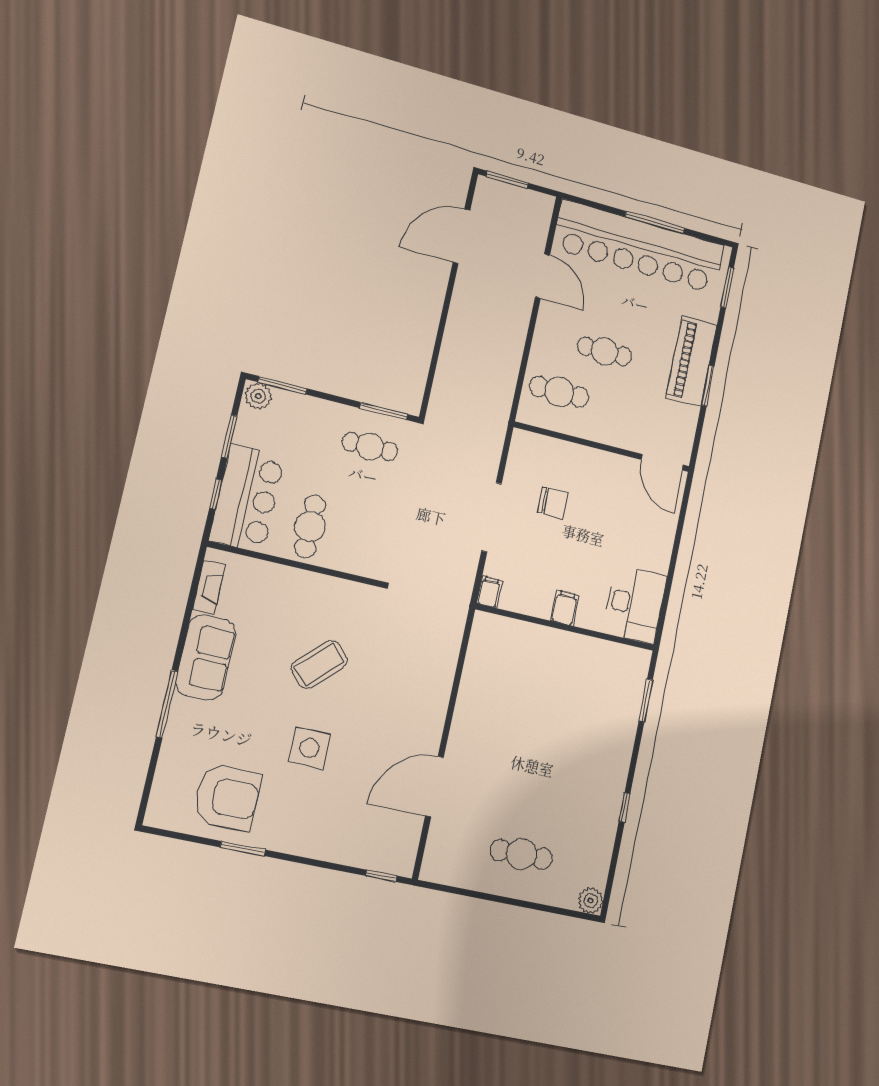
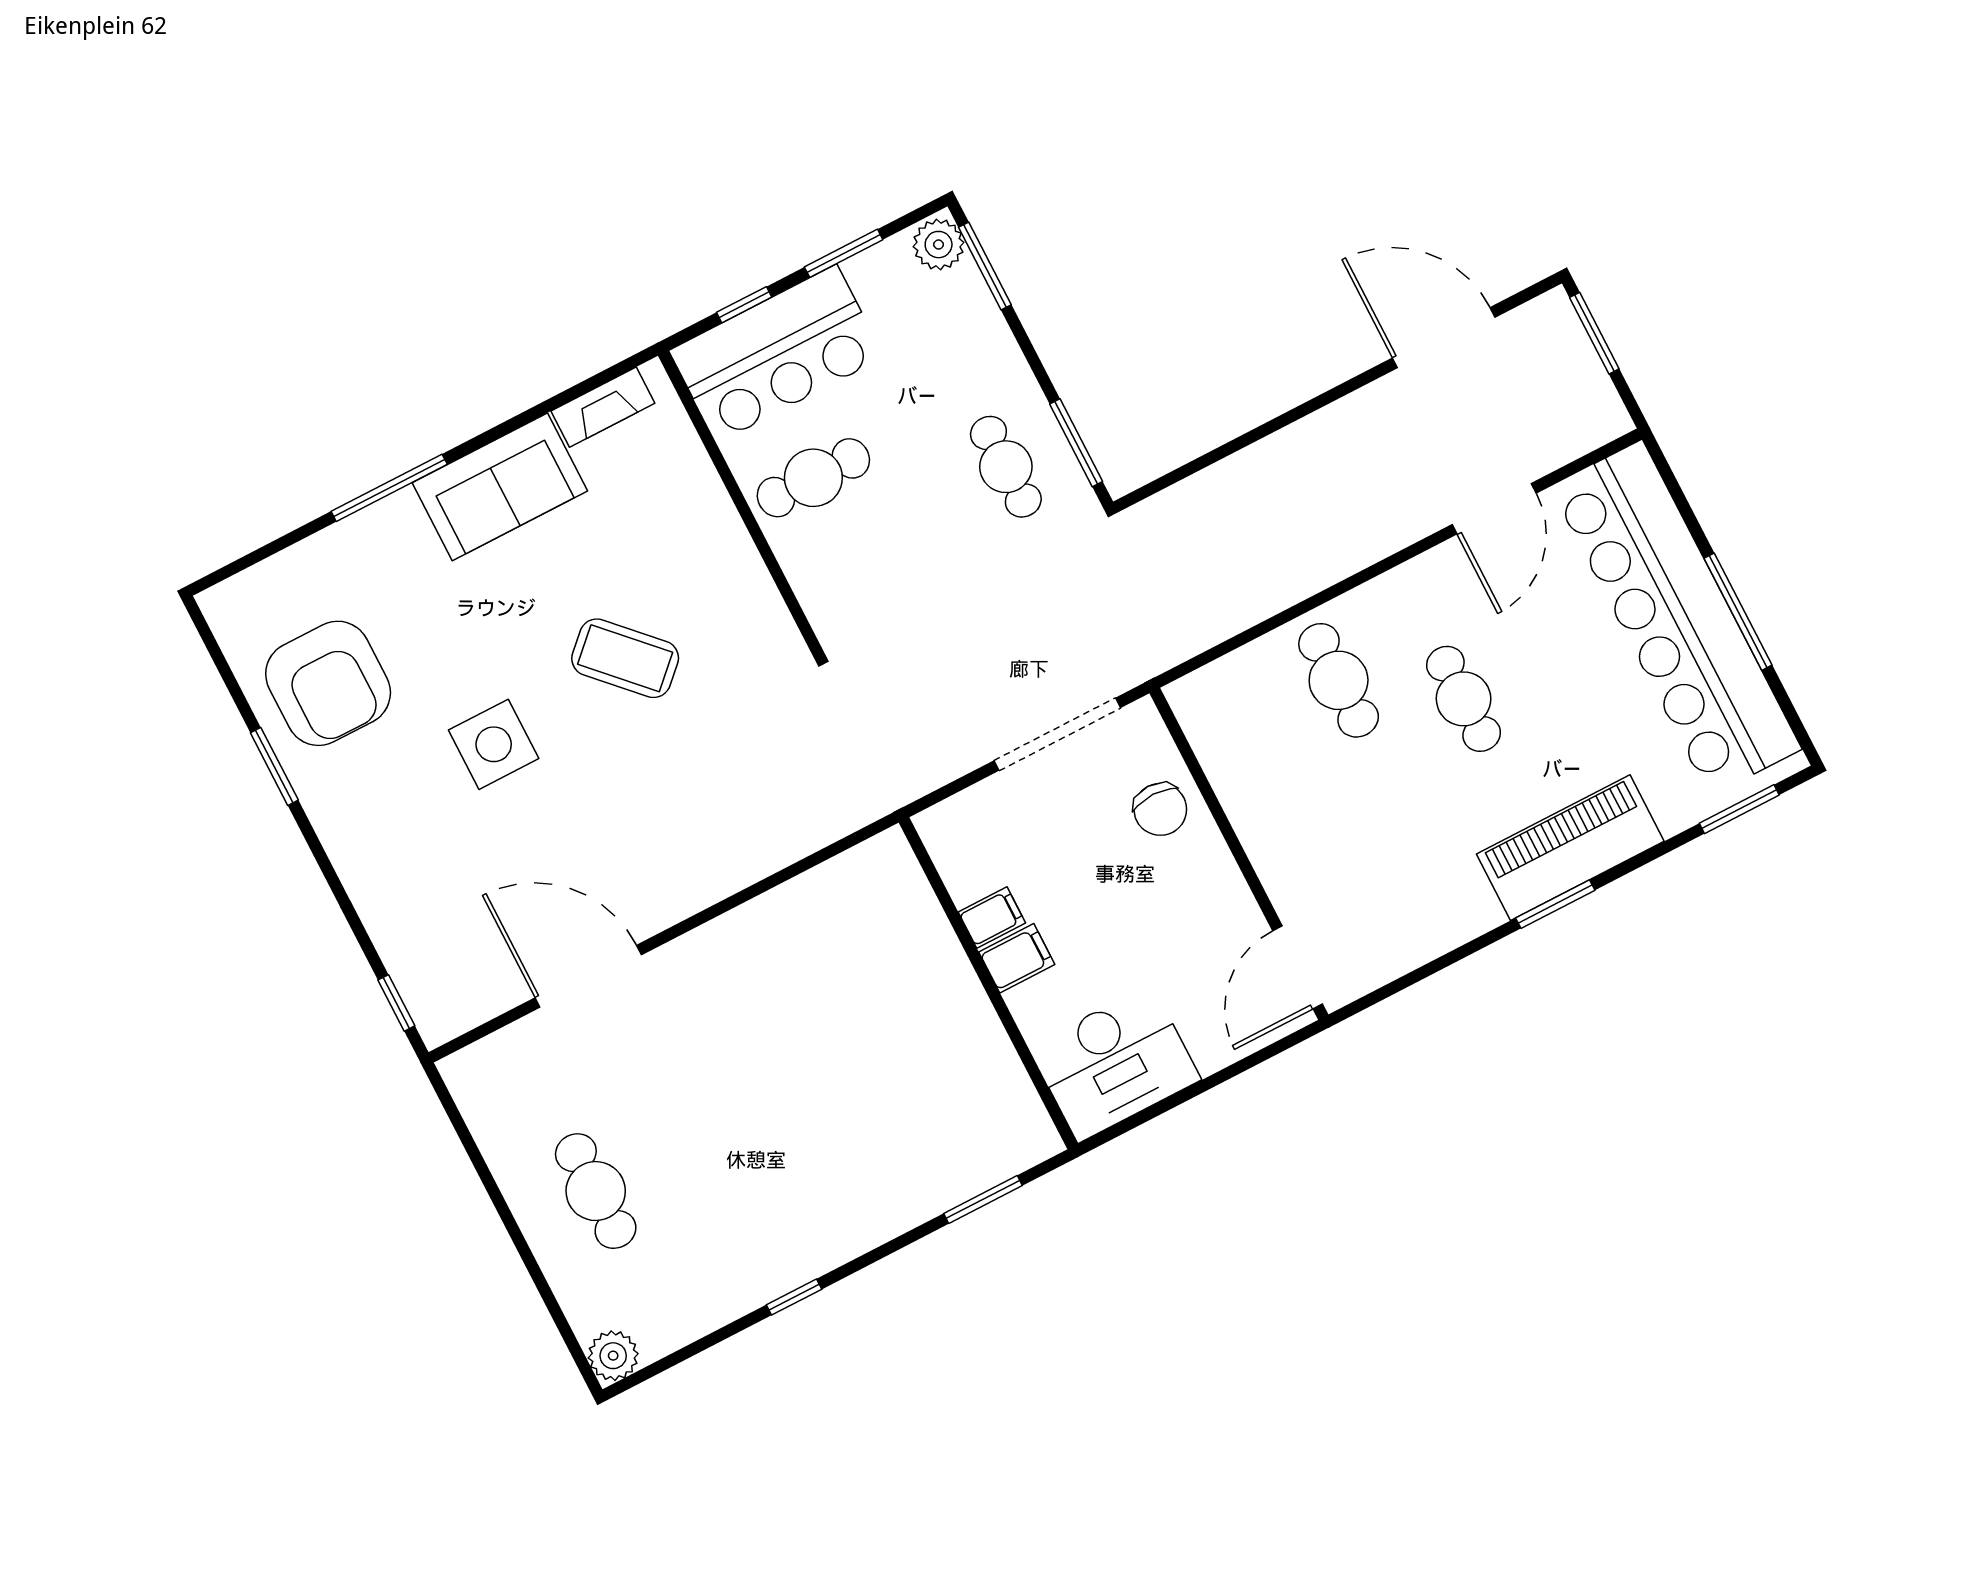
wall: (602, 447) -> (1239, 854), moved
door: (662, 462) -> (1298, 967), moved
filing cabinet: (489, 592) -> (992, 918), moved

